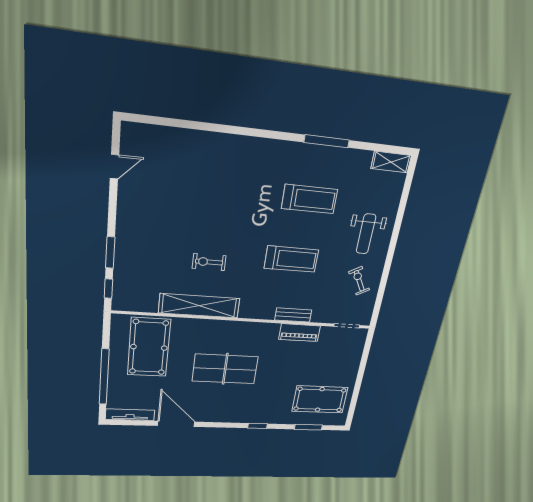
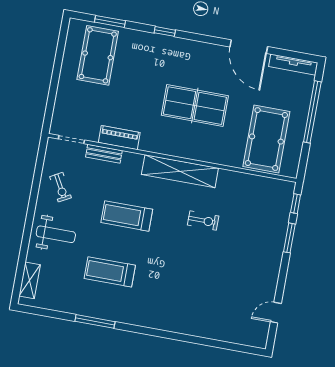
shelving: (391, 162) -> (30, 280), moved, turned 90
weight bench: (366, 234) -> (56, 234), turned 90
shelving: (199, 306) -> (180, 171), moved
bench: (293, 315) -> (104, 154), moved
pool table: (320, 399) -> (98, 55), turned 90

